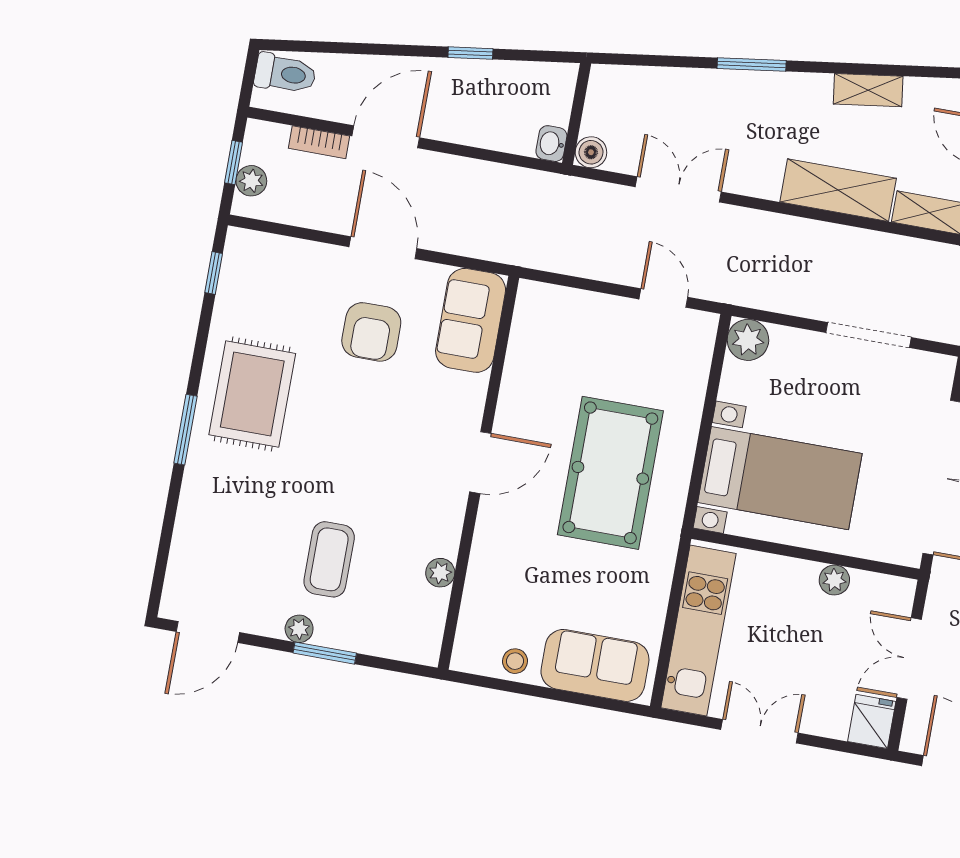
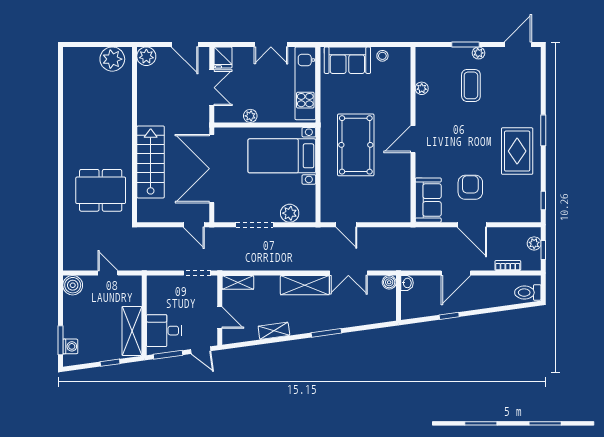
door: (386, 137) -> (456, 273), moved
shelving: (838, 190) -> (305, 285), moved
plant: (748, 340) -> (290, 213), moved

